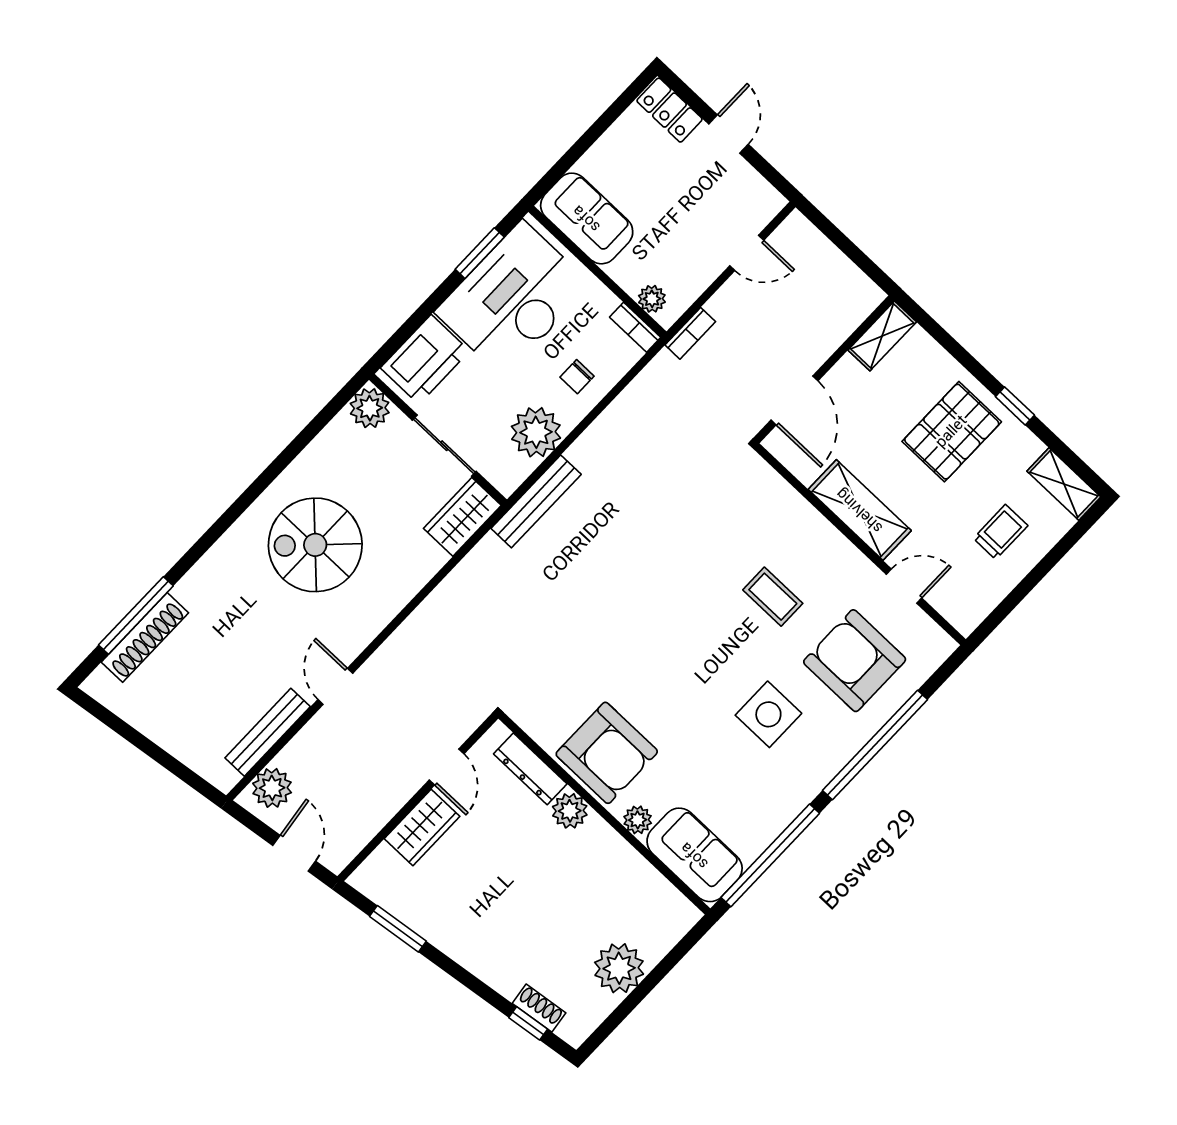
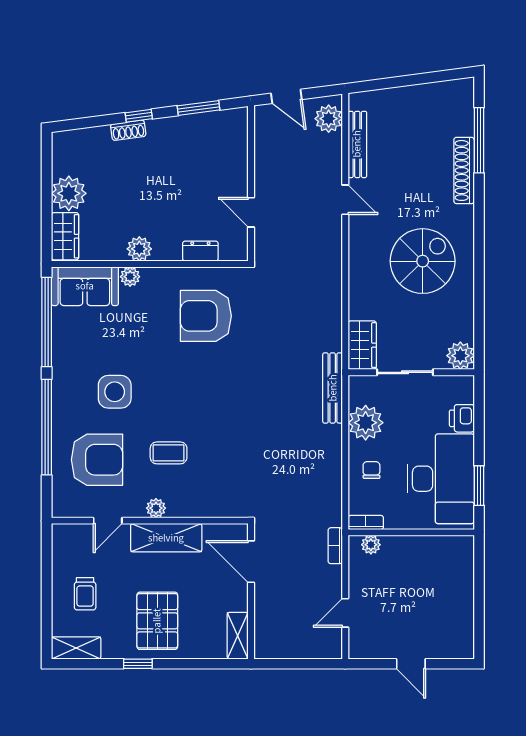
locker: (670, 110) -> (452, 648), removed
sofa: (587, 218) -> (442, 554), removed
printer: (425, 359) -> (462, 418), width x0.53, depth x0.68
plant: (841, 551) -> (156, 508), added
shoe rack: (145, 637) -> (464, 170), moved
armchair: (607, 753) -> (206, 316), moved
dresser: (530, 769) -> (200, 251), width x0.70
plant: (570, 811) -> (139, 249), moved
wardrobe: (422, 827) -> (65, 236), moved, turned 180
shoe rack: (539, 1008) -> (128, 130), moved
window: (528, 1023) -> (139, 116), moved

